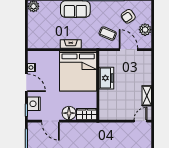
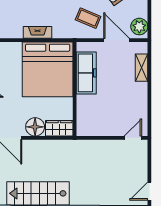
plant: (145, 30) -> (139, 27), moved
freezer: (106, 78) -> (86, 73), width x1.40
shelving: (147, 96) -> (141, 68), moved

